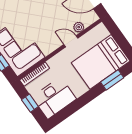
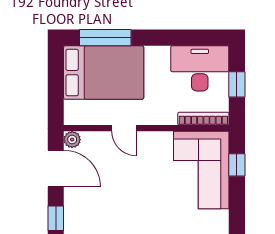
plant: (79, 27) -> (72, 140), moved
window: (112, 80) -> (105, 38), width x1.44

